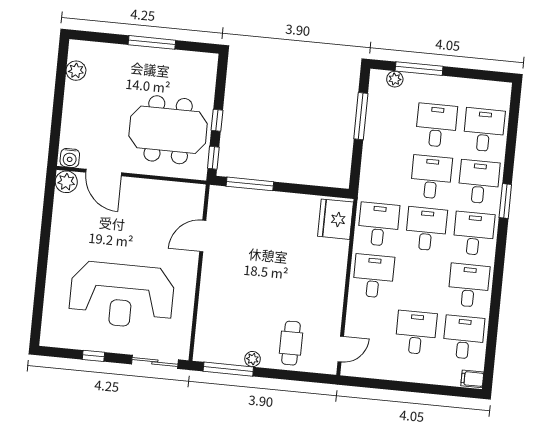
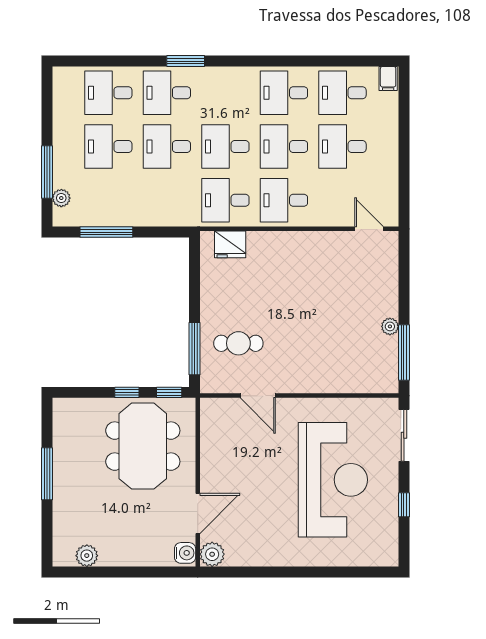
fridge: (336, 219) -> (230, 244), width x0.73, depth x0.75
desk: (474, 234) -> (284, 147), moved
cafe table: (291, 343) -> (238, 343), moved

